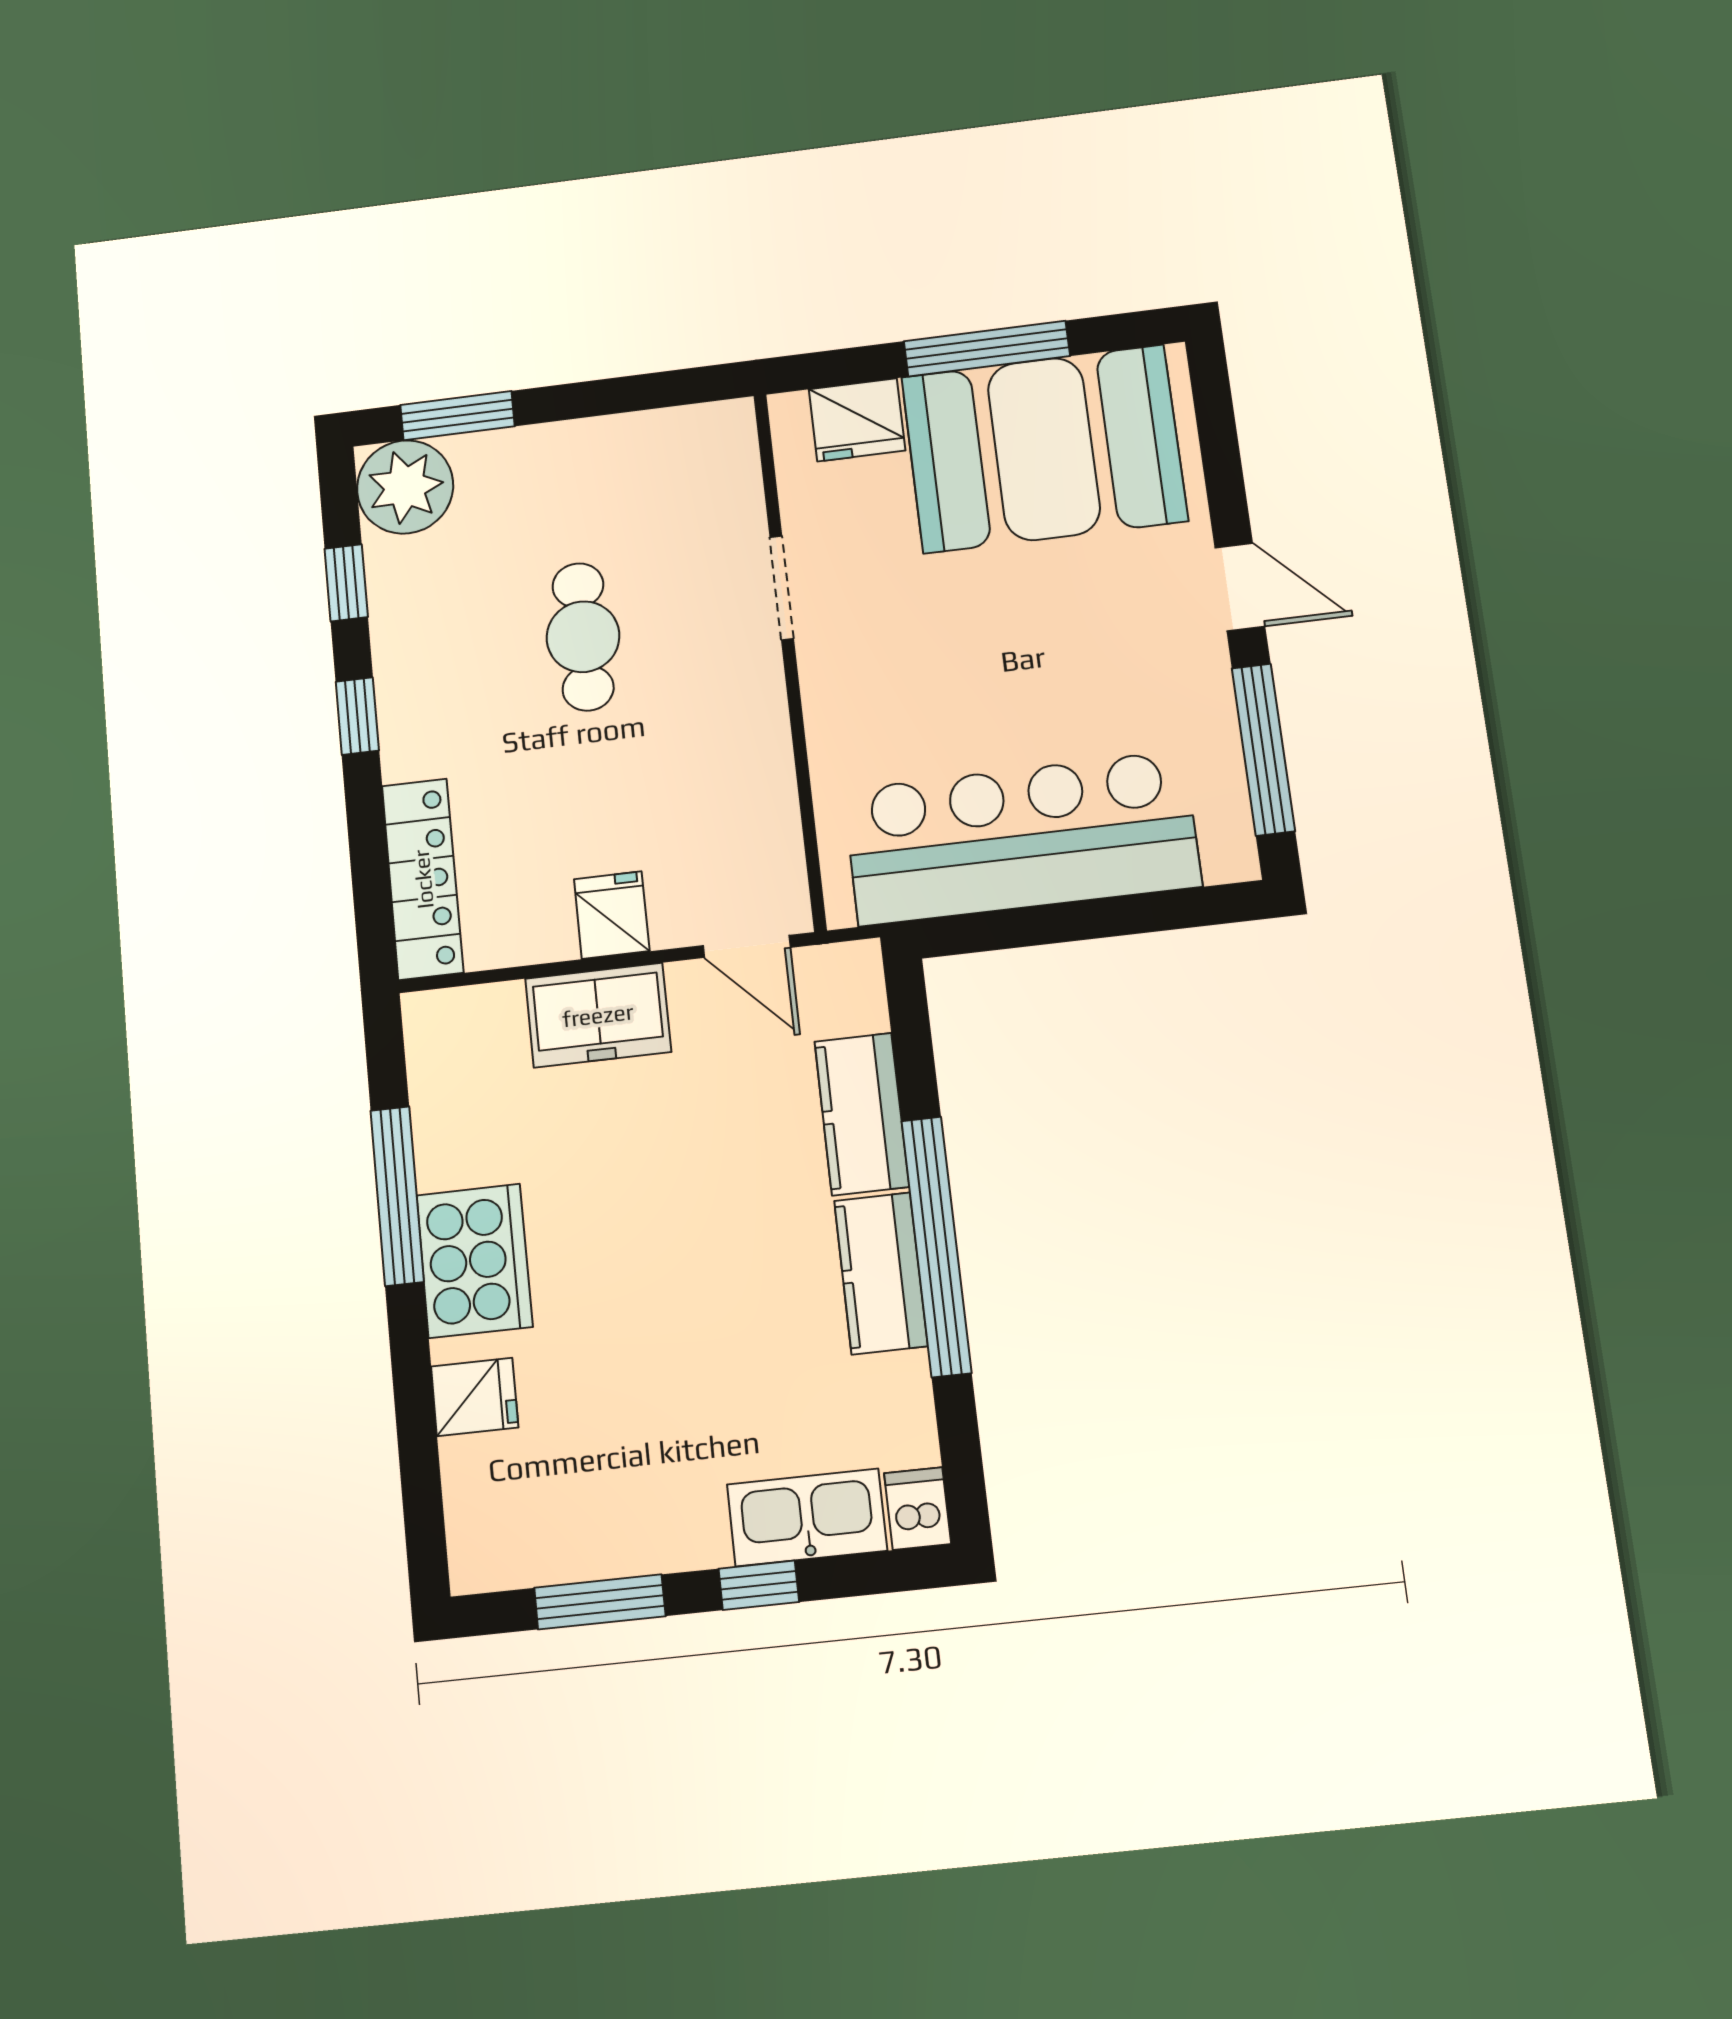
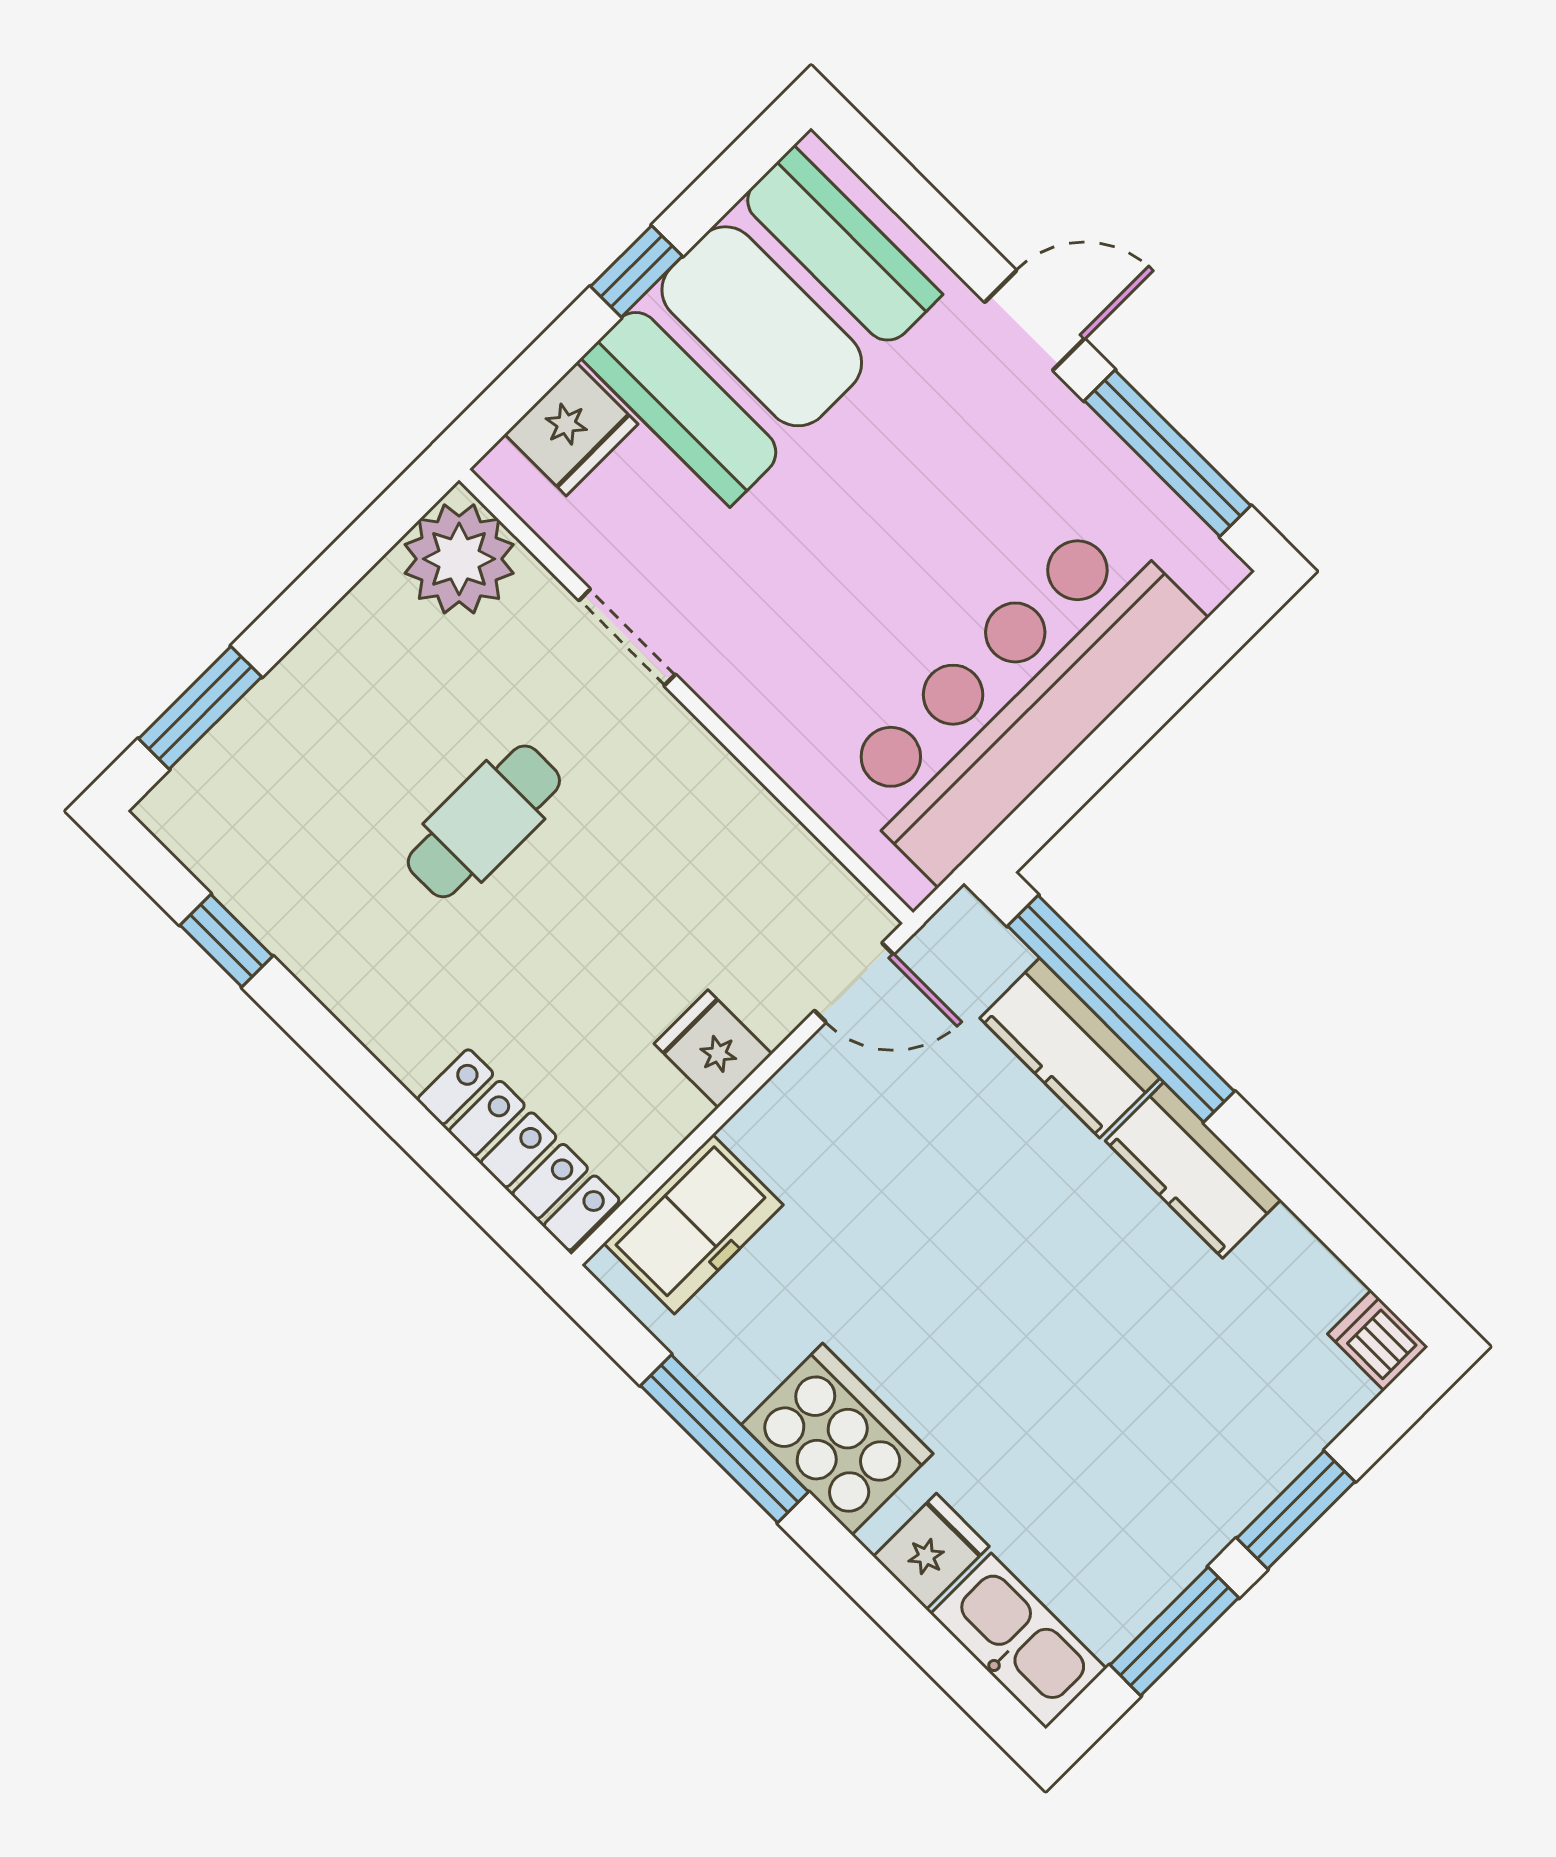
window: (987, 349) -> (637, 271), width x0.46
plant: (405, 487) -> (459, 559), moved
cafe table: (583, 637) -> (484, 821), turned 90
window: (357, 716) -> (338, 1052), removed
freezer: (598, 1015) -> (693, 1224), moved
window: (936, 1246) -> (1121, 1009), moved
kitchen sink: (807, 1517) -> (1018, 1641), moved, turned 90
window: (759, 1585) -> (1296, 1510), width x1.50

